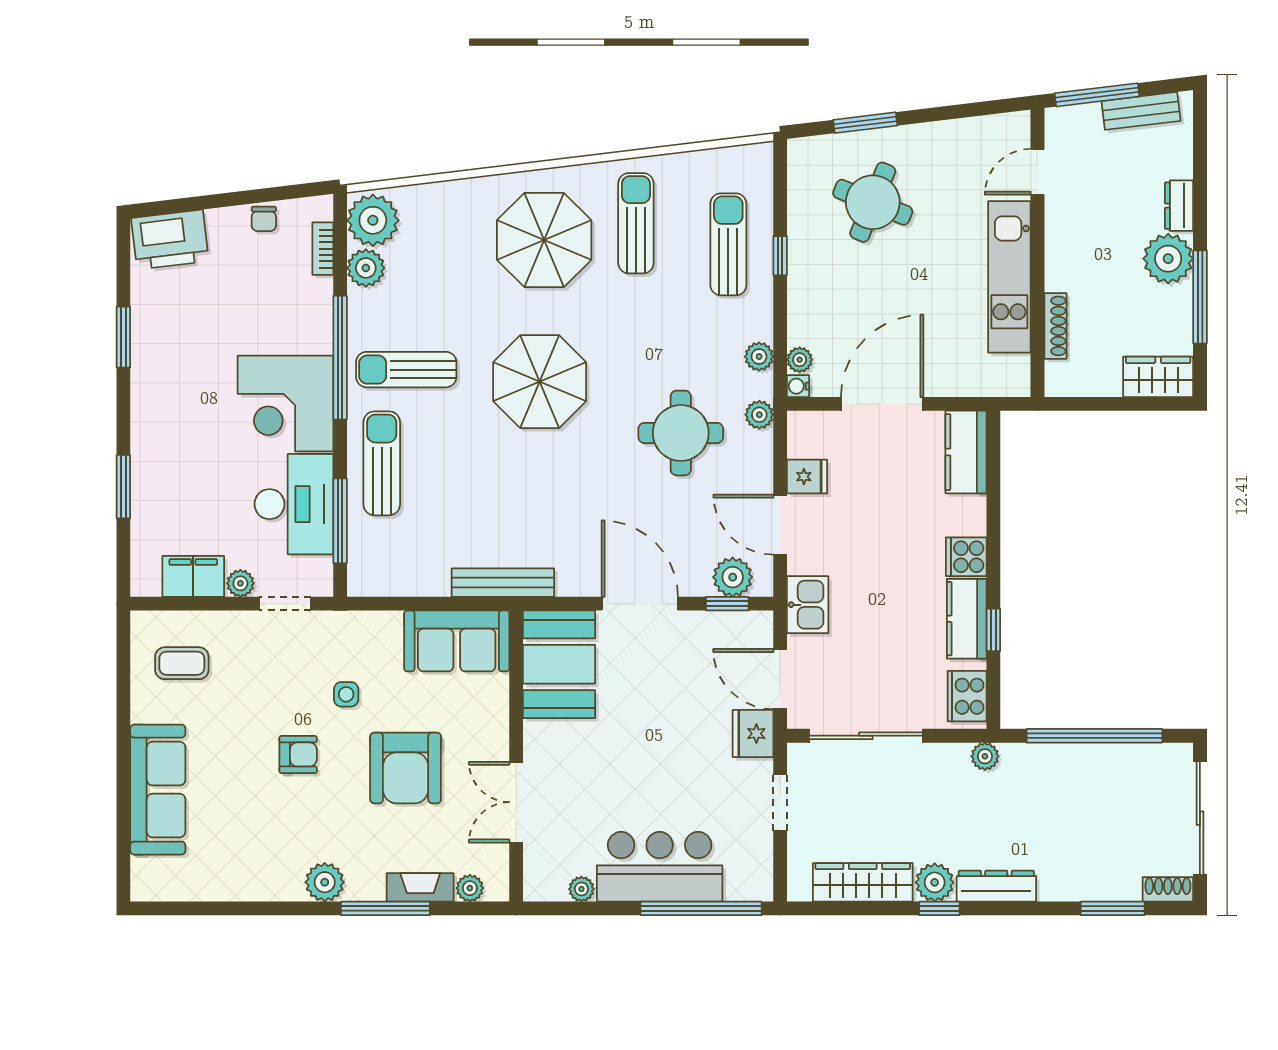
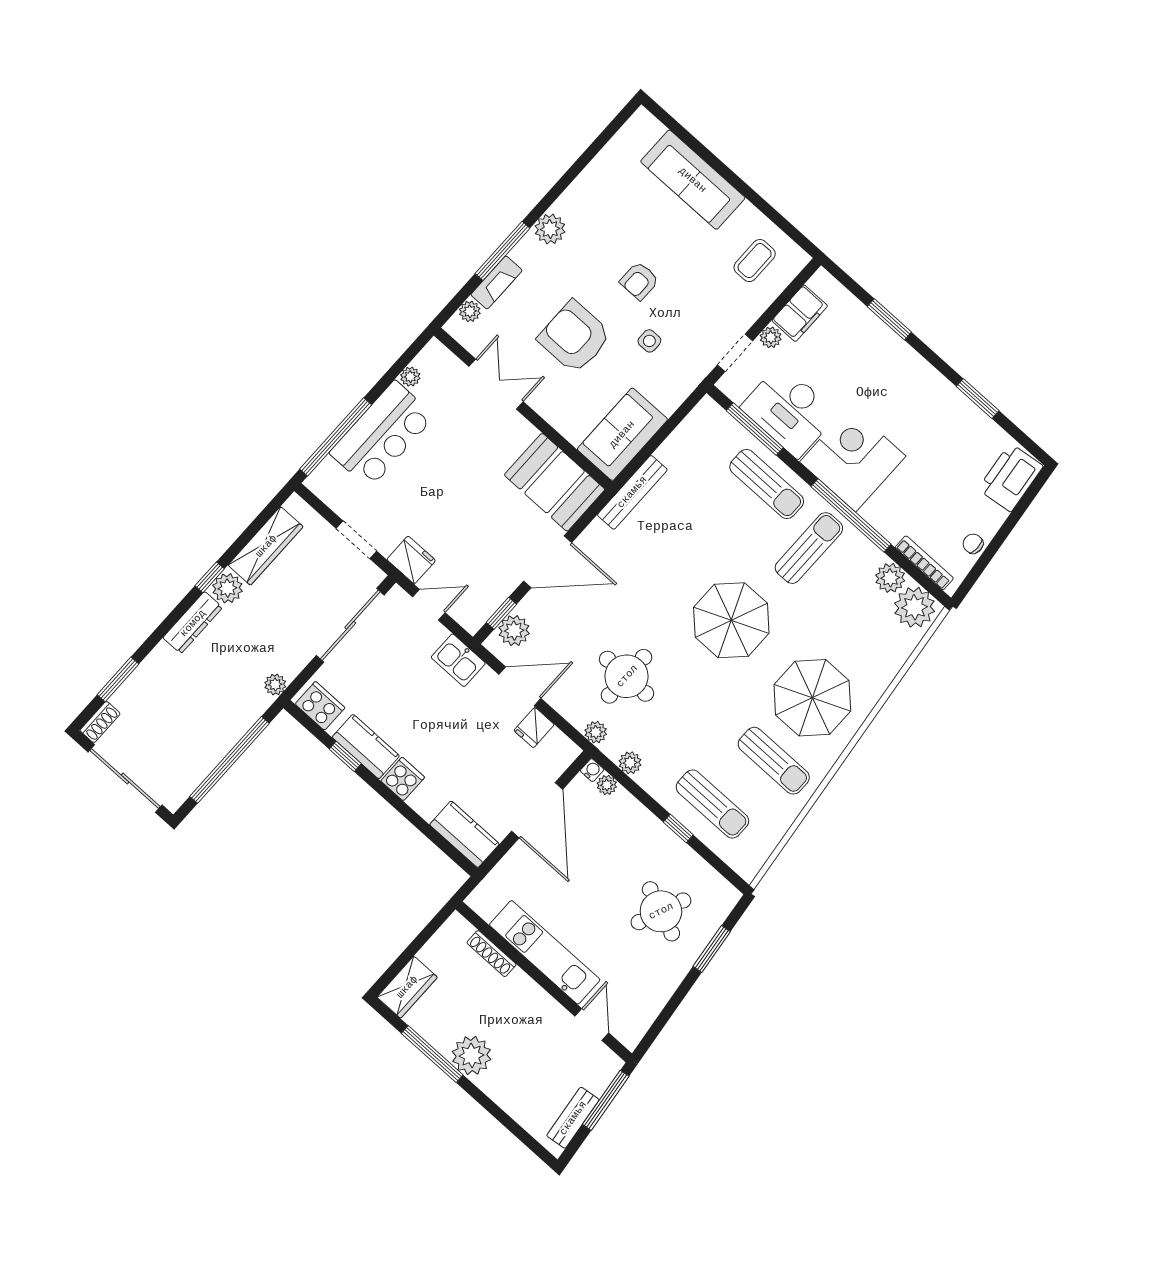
dresser: (1179, 206) -> (497, 1090), removed
bookcase: (323, 249) -> (924, 563), width x1.56
door: (780, 679) -> (429, 605), width x0.73

